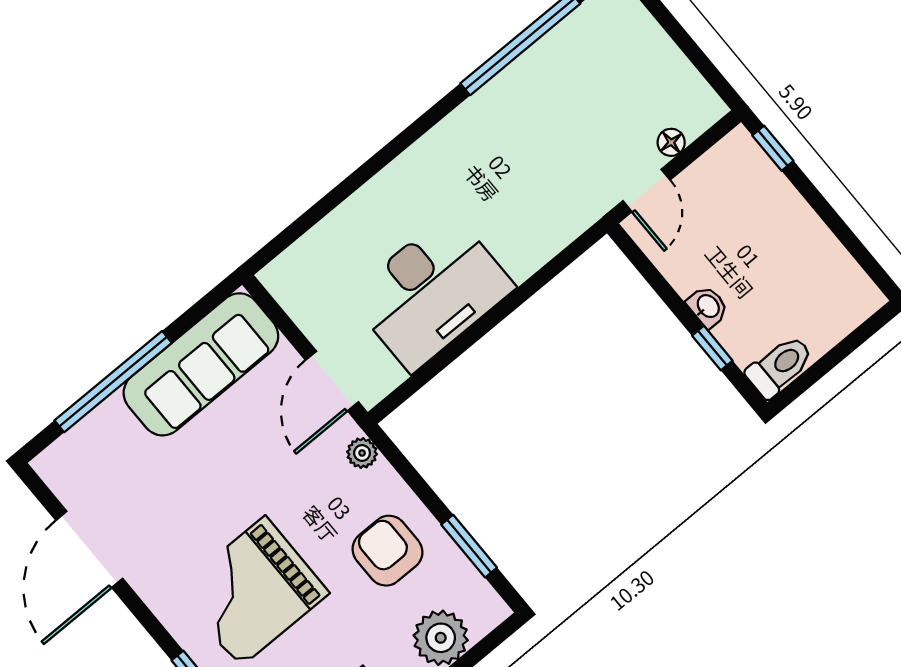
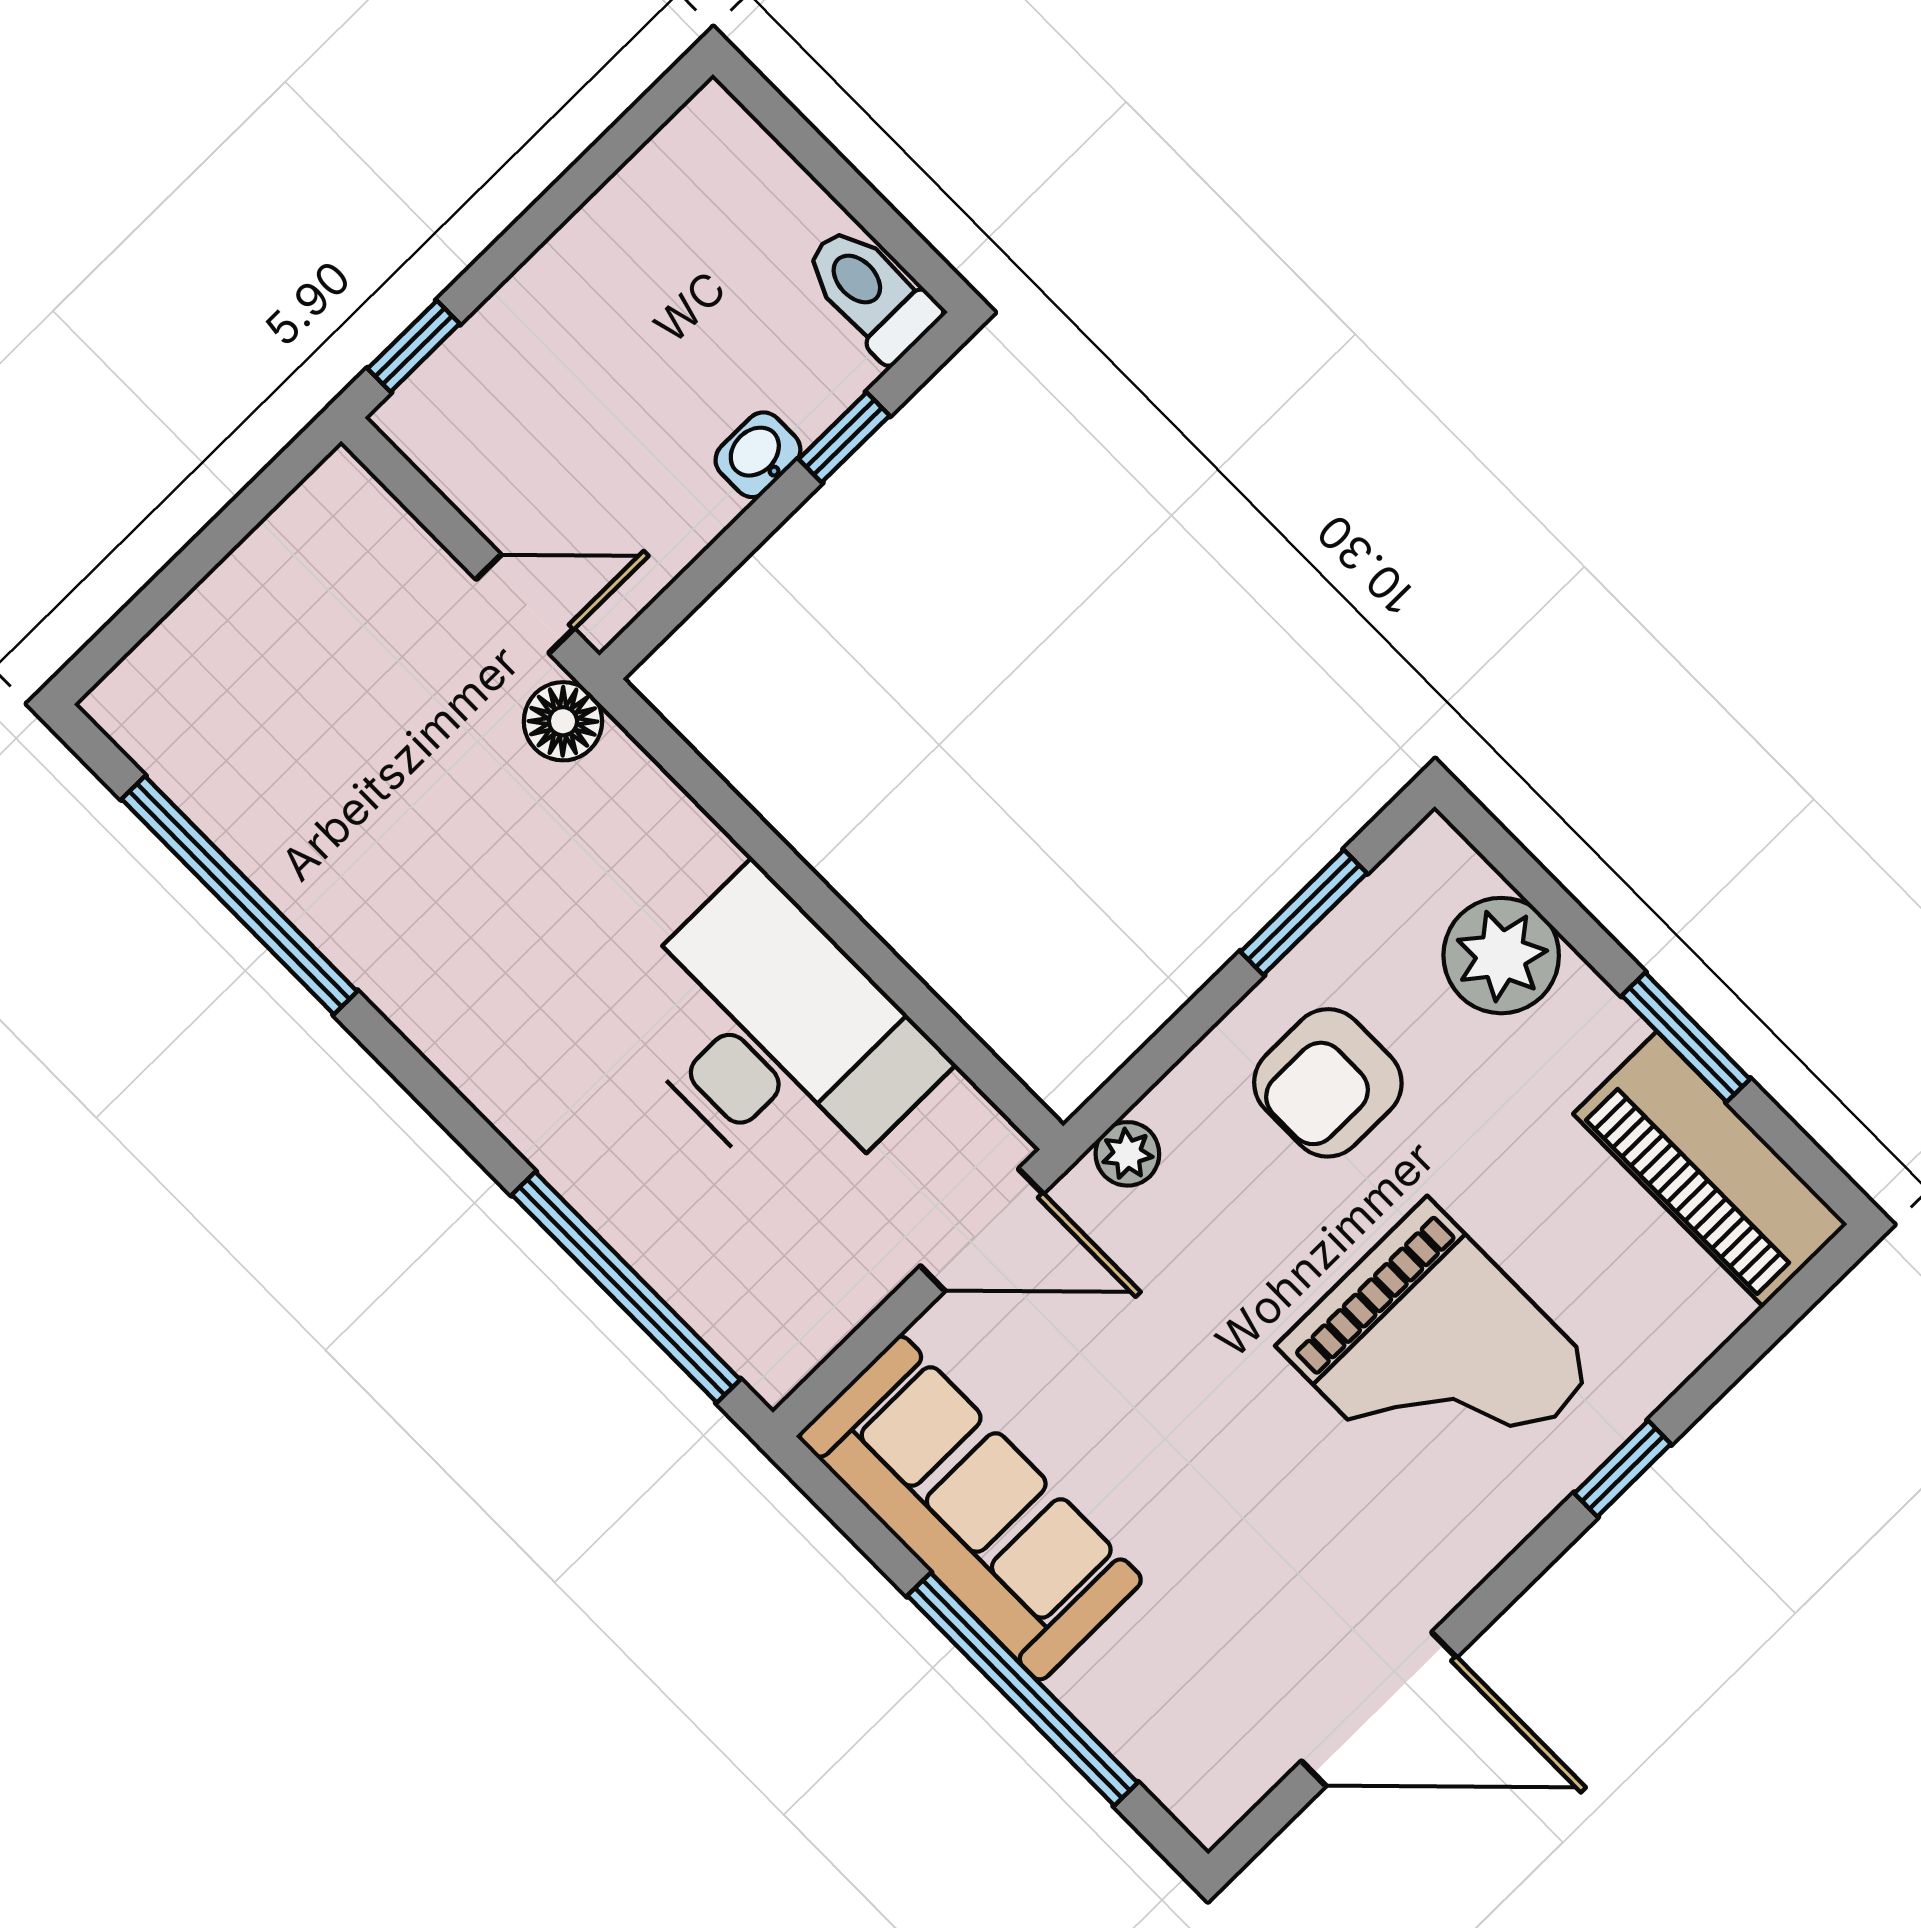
floor lamp: (671, 142) -> (563, 721), moved, width x1.37, depth x1.37
window: (319, 210) -> (626, 1287), added

